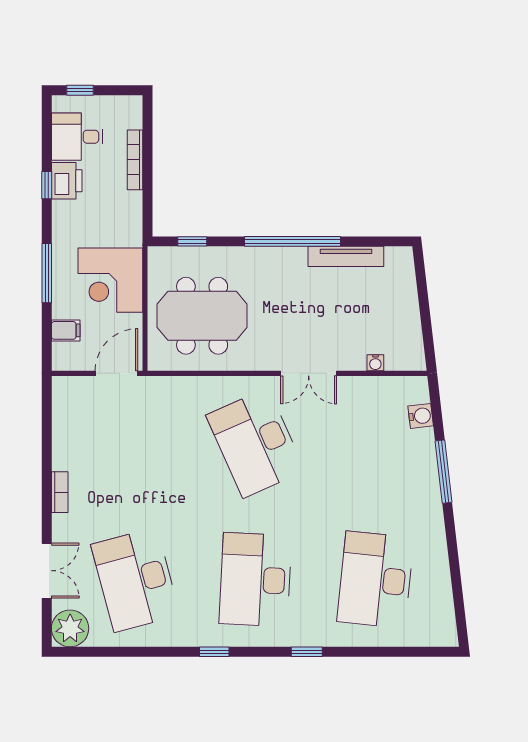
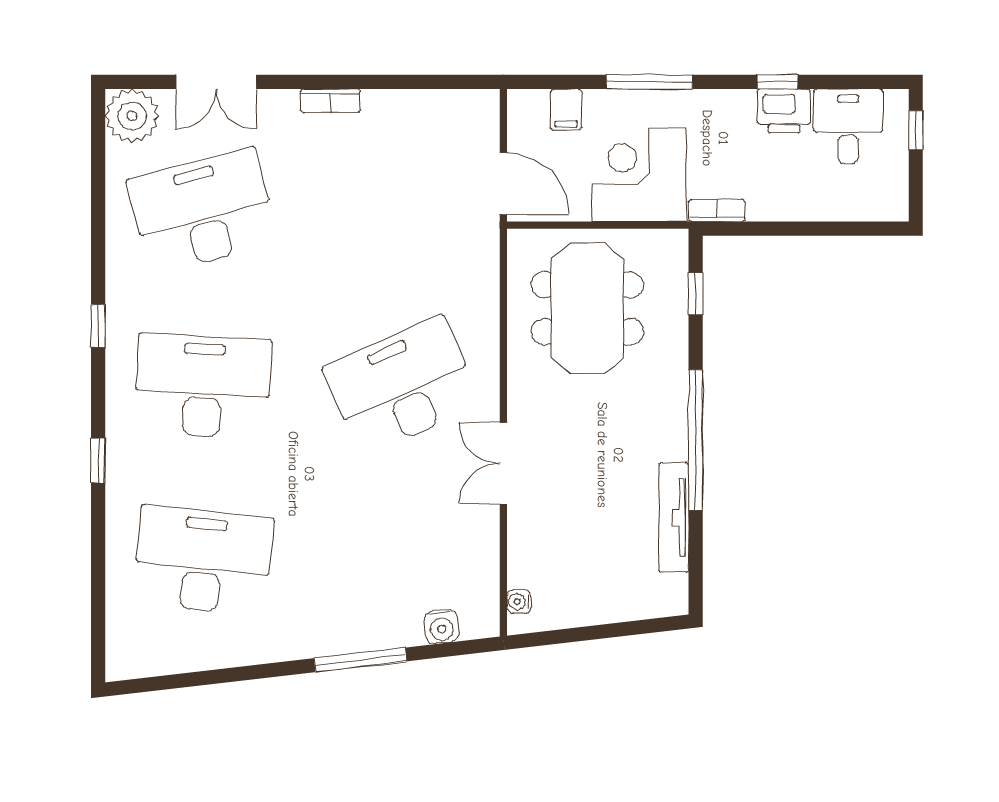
bookcase: (135, 160) -> (717, 211), moved, width x0.64
water cooler: (375, 363) -> (519, 602), moved

